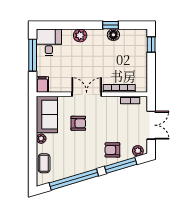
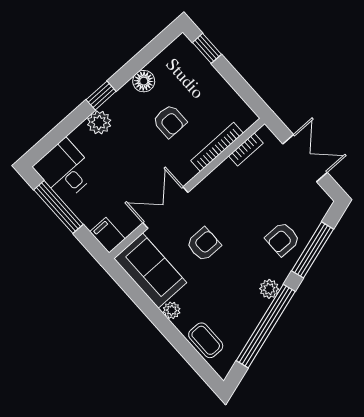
window: (110, 25) -> (101, 95), moved
armchair: (109, 61) -> (170, 121), added
double door: (87, 94) -> (165, 208), moved
plant: (138, 151) -> (269, 289), moved

